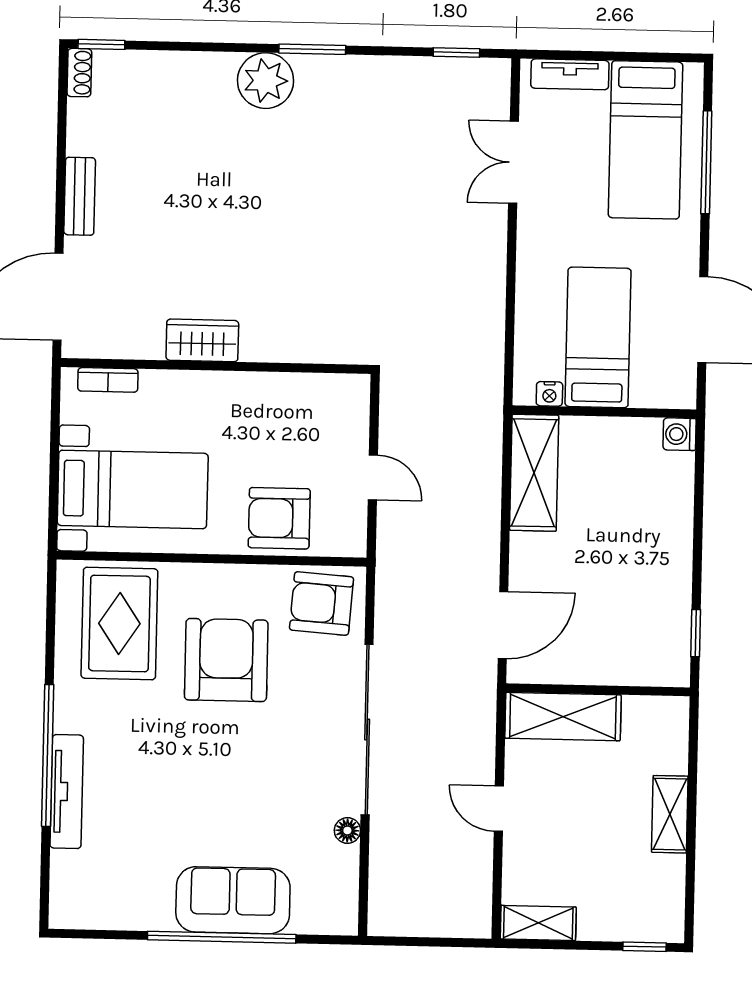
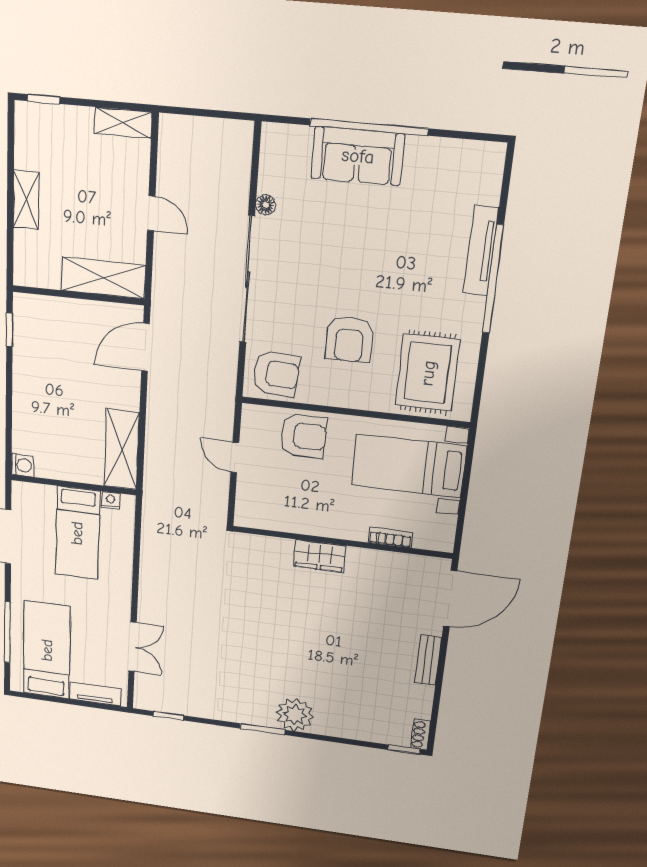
wardrobe: (202, 340) -> (320, 556), moved
bookcase: (108, 380) -> (390, 537), moved
armchair: (226, 660) -> (349, 339), width x0.73, depth x0.73

